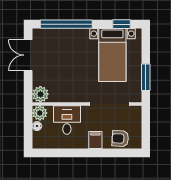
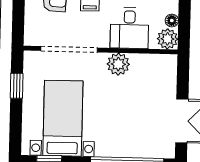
window: (146, 77) -> (17, 86), width x0.67
plant: (40, 94) -> (118, 64), moved

